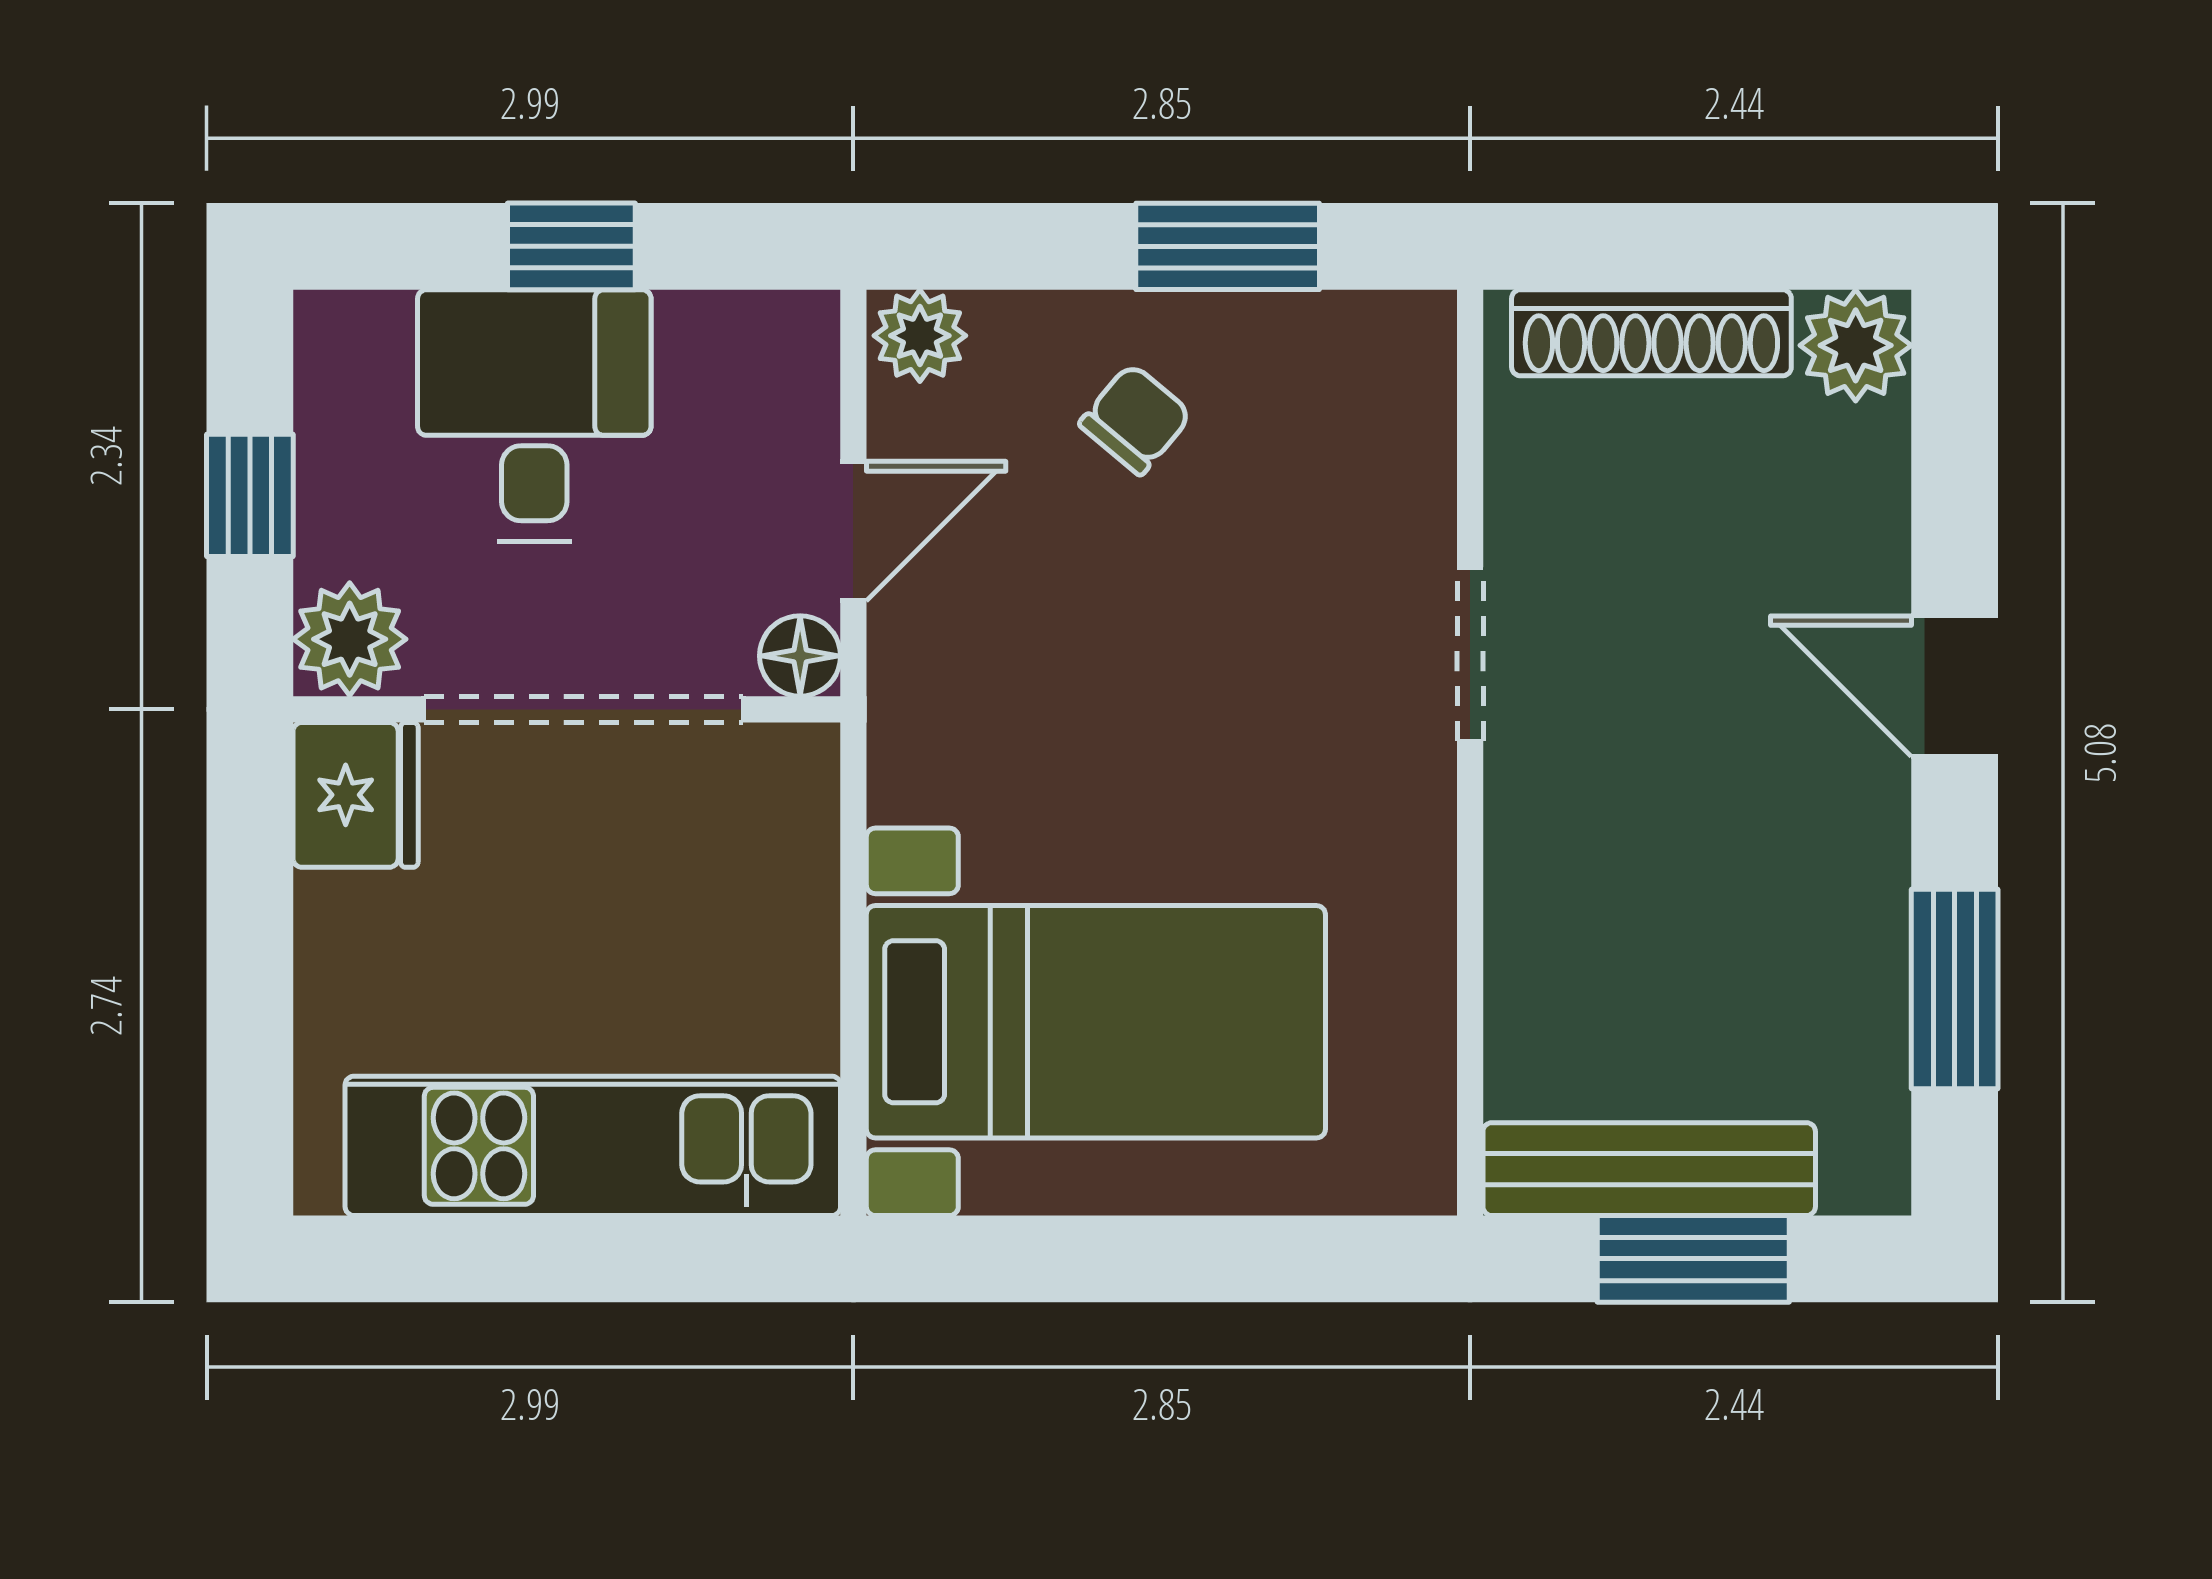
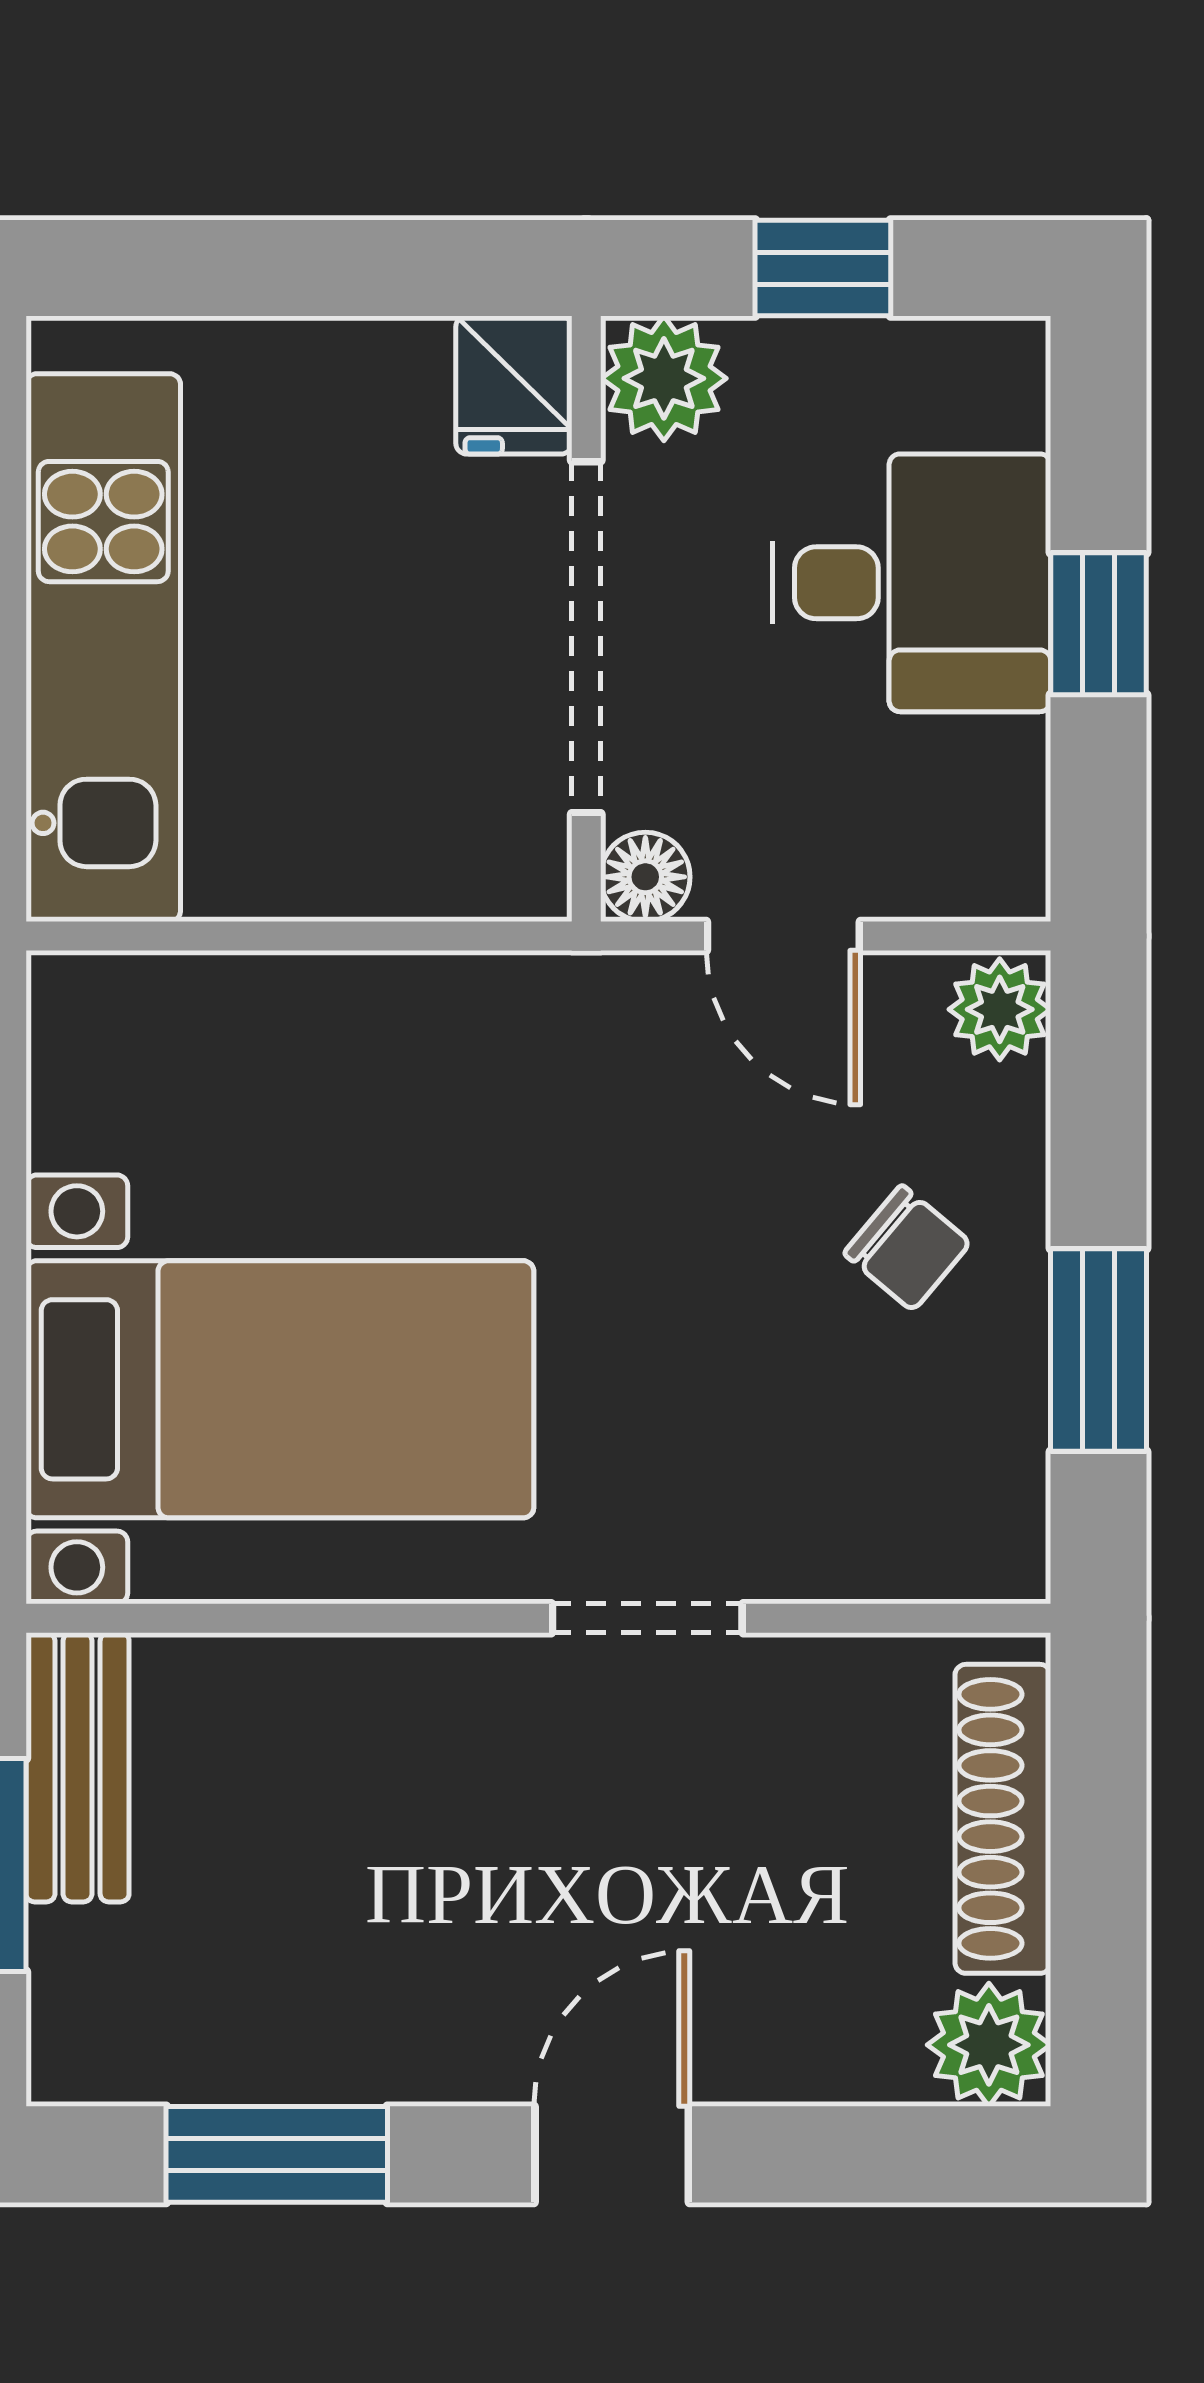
fridge: (356, 795) -> (514, 385), width x0.72
bed with nightstands: (1096, 1022) -> (280, 1389), moved, turned -90
bench: (1649, 1169) -> (78, 1767), width x0.73

